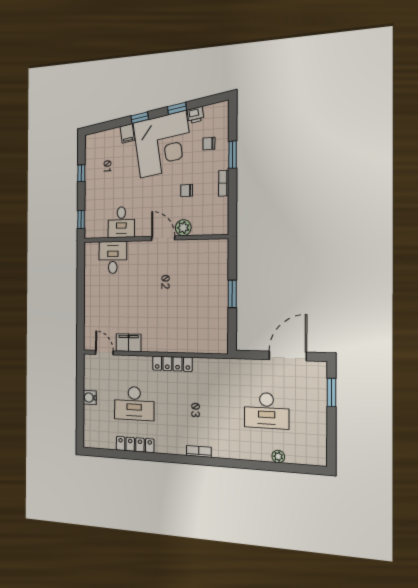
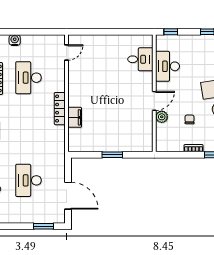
desk: (121, 222) -> (167, 66), width x1.37
filing cabinet: (129, 343) -> (75, 117), moved
water cooler: (90, 398) -> (15, 40), moved

